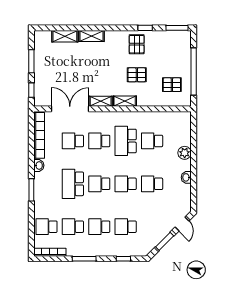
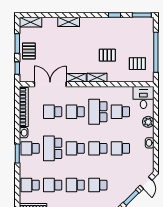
shelving: (65, 36) -> (31, 22), moved
pallet: (137, 44) -> (29, 51), moved
desk: (179, 124) -> (143, 98), added
school desk: (46, 184) -> (30, 148), added

